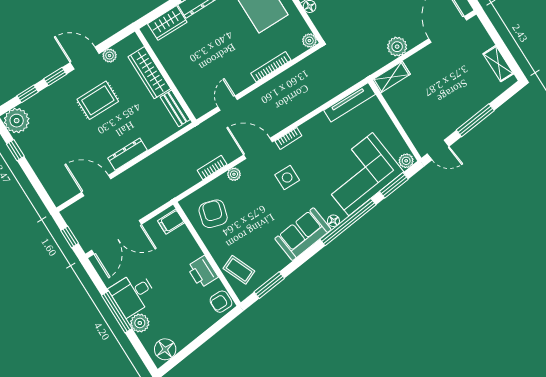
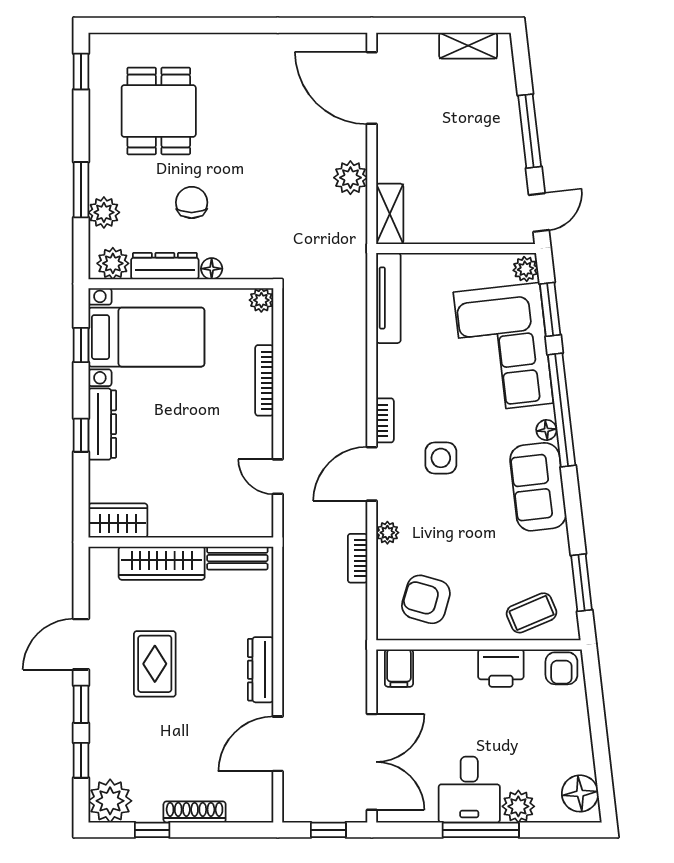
wardrobe: (167, 23) -> (118, 521), moved, turned -90
plant: (110, 56) -> (100, 606), removed
shoe rack: (37, 166) -> (195, 812), added

